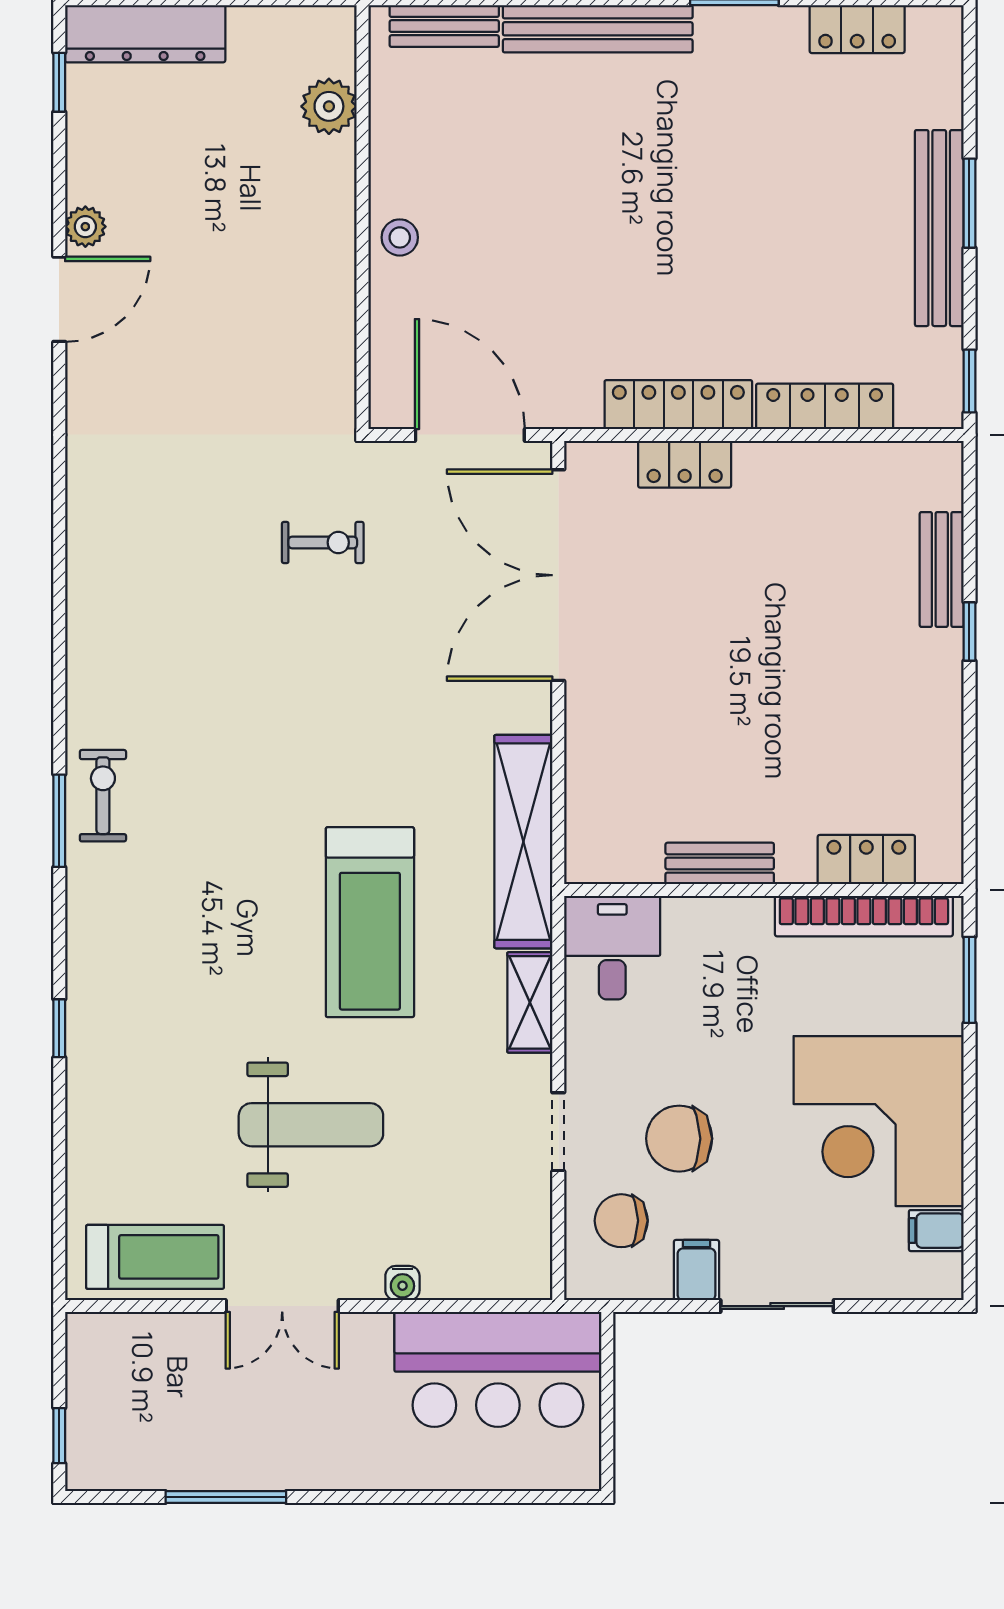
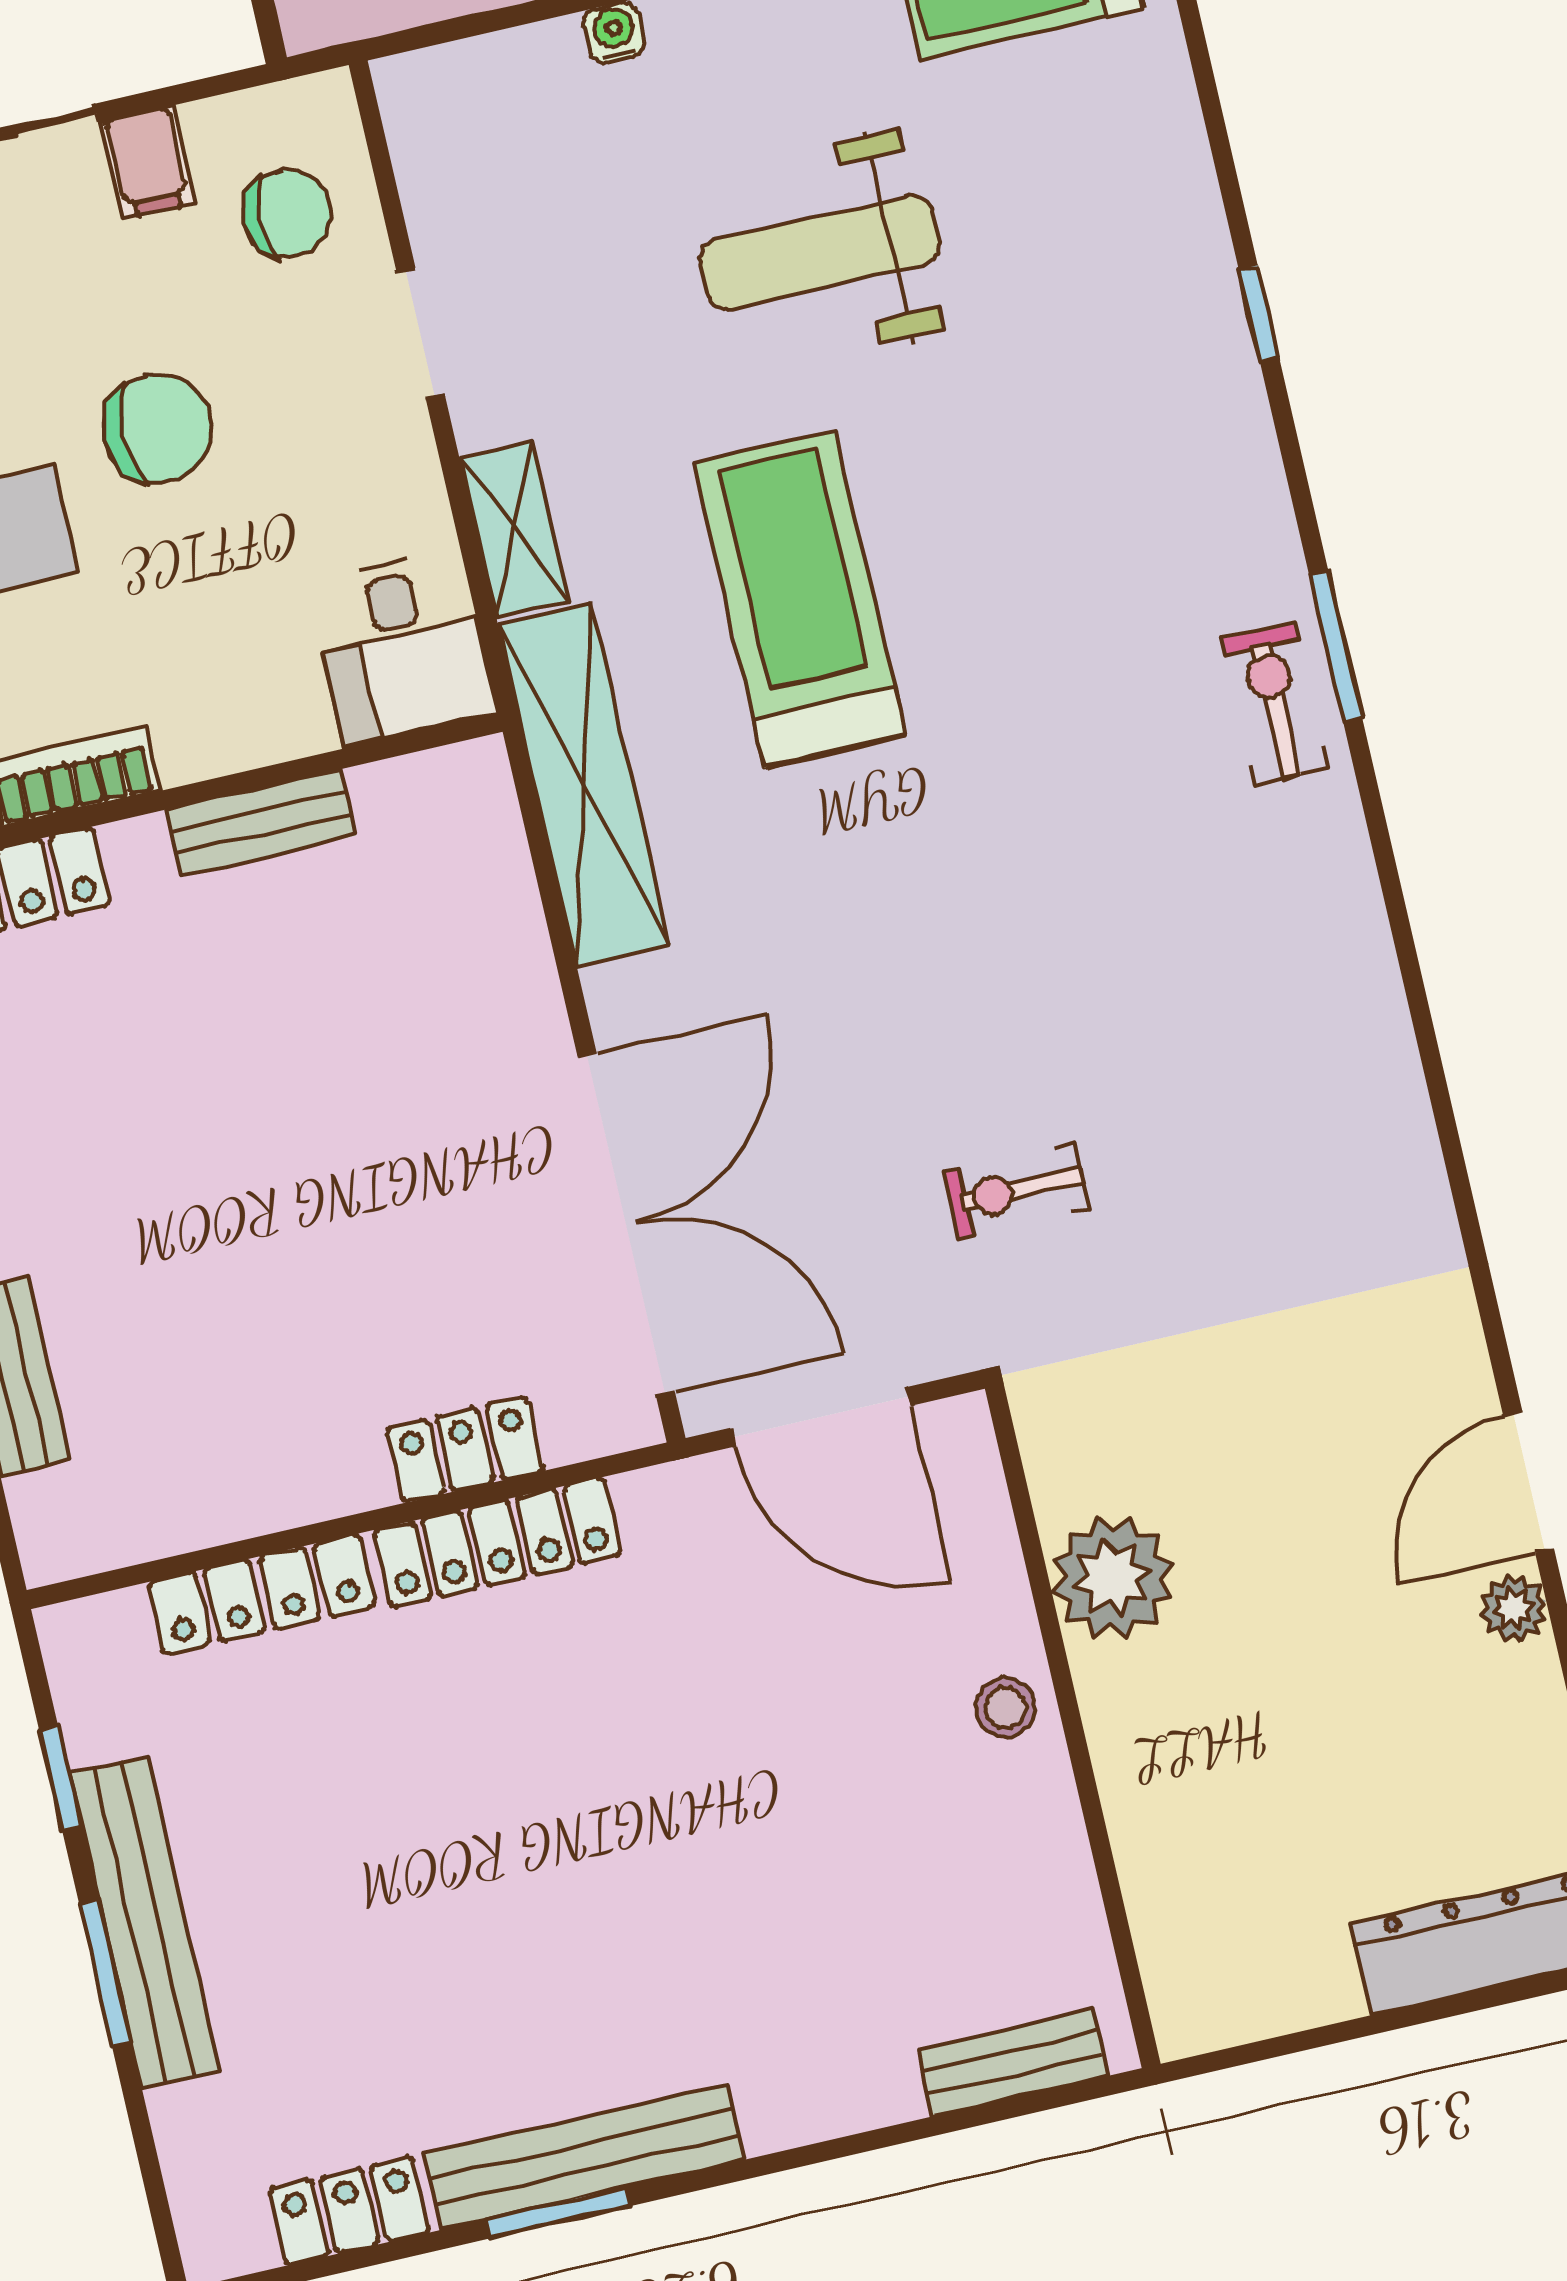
bench: (598, 29) -> (584, 2157), moved
plant: (329, 106) -> (1112, 1578), moved, width x1.36, depth x1.36
window: (969, 381) -> (60, 1778), moved
exercise bike: (103, 796) -> (1275, 703), turned 180
chair: (679, 1139) -> (157, 429), moved

